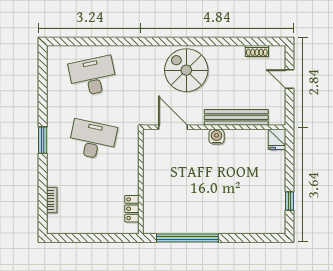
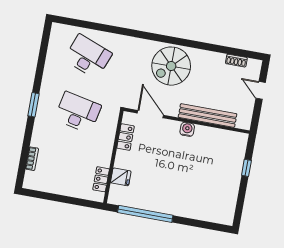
spiral stairs: (186, 70) -> (171, 66), turned -90
desk: (93, 76) -> (88, 56), turned 33
fridge: (277, 139) -> (121, 177), moved, turned -90
locker: (150, 157) -> (125, 137), added
window: (290, 201) -> (246, 168), moved

